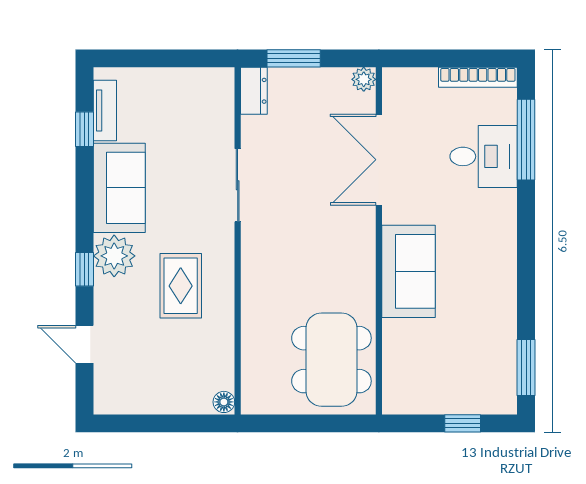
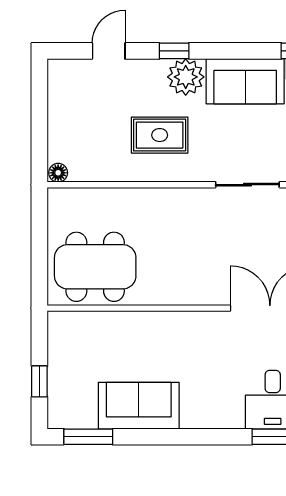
sofa: (409, 271) -> (139, 406), moved, turned 180

